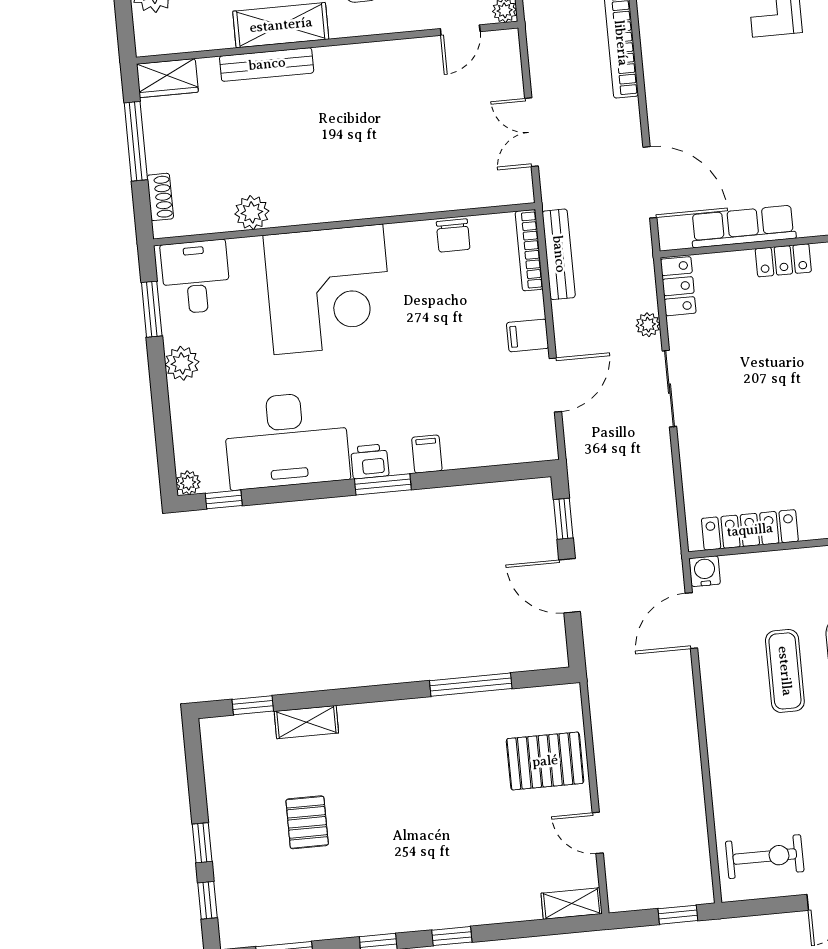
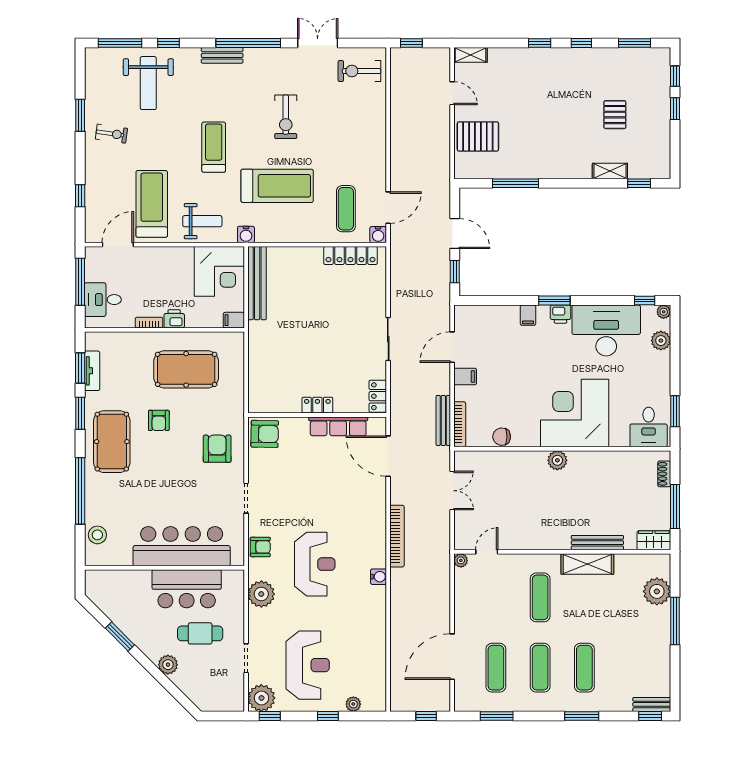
plant: (252, 212) -> (557, 460), moved
chair: (453, 235) -> (502, 437), turned -89
plant: (648, 325) -> (397, 376), removed
plant: (182, 363) -> (661, 341), moved
exercise mat: (785, 671) -> (346, 209), moved

